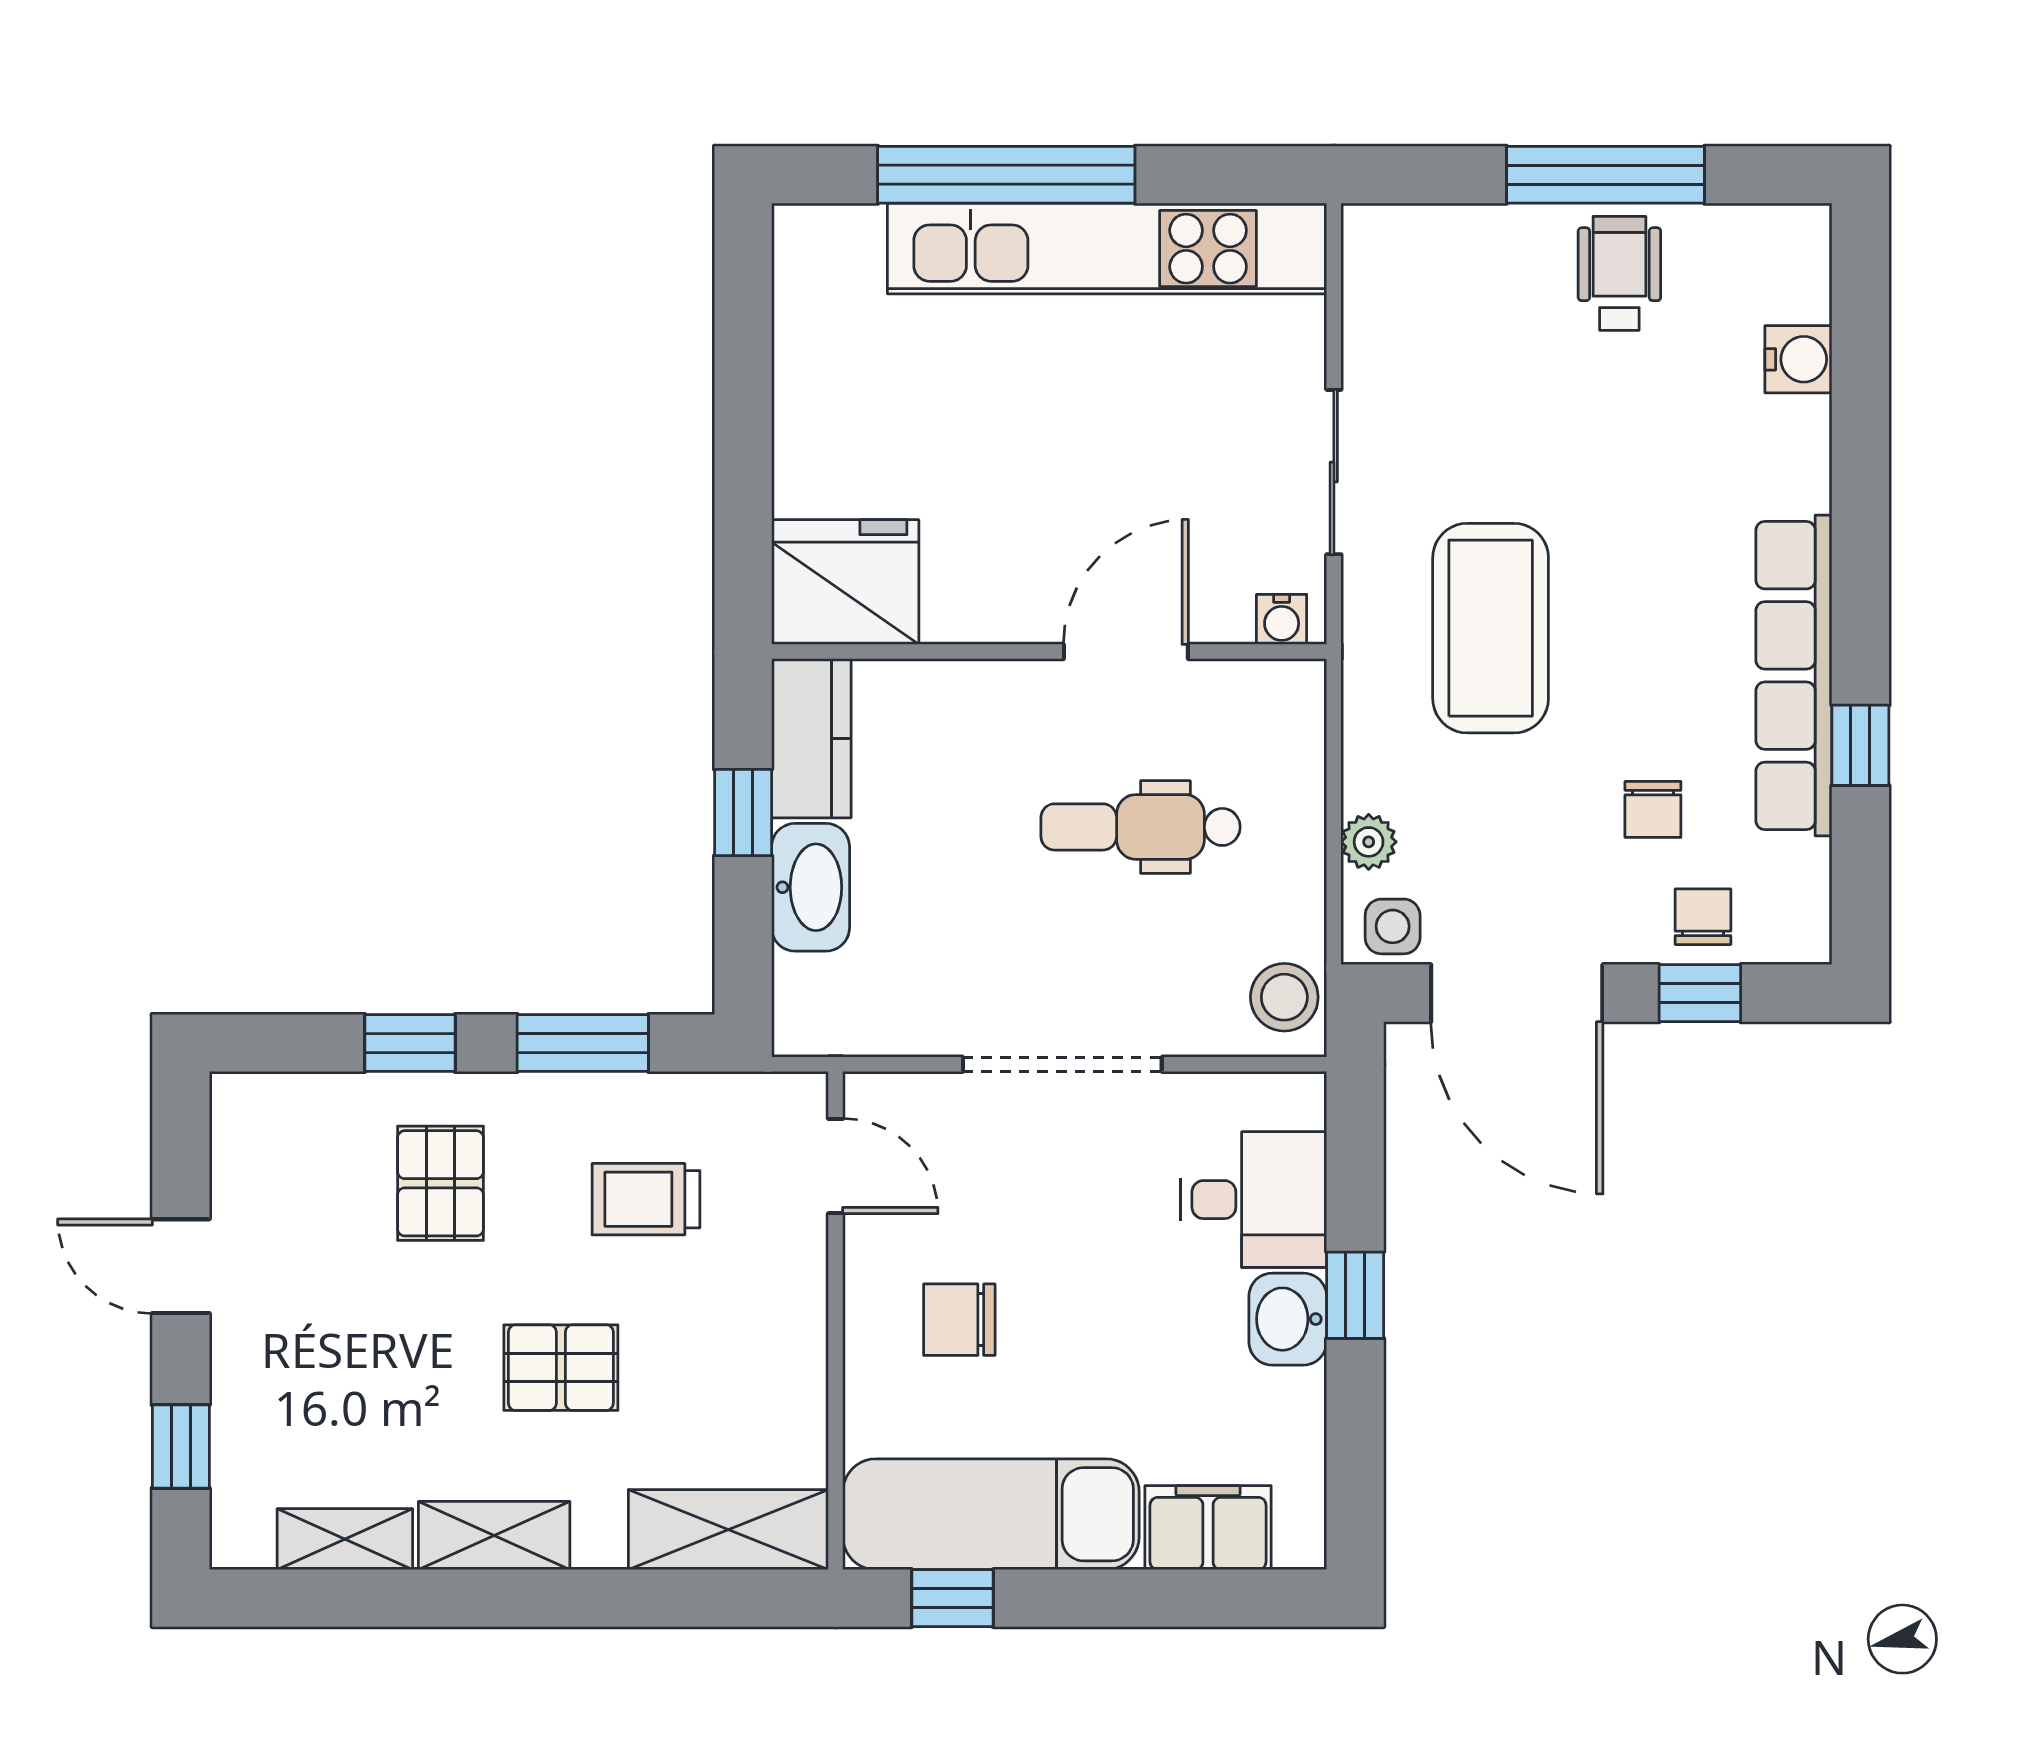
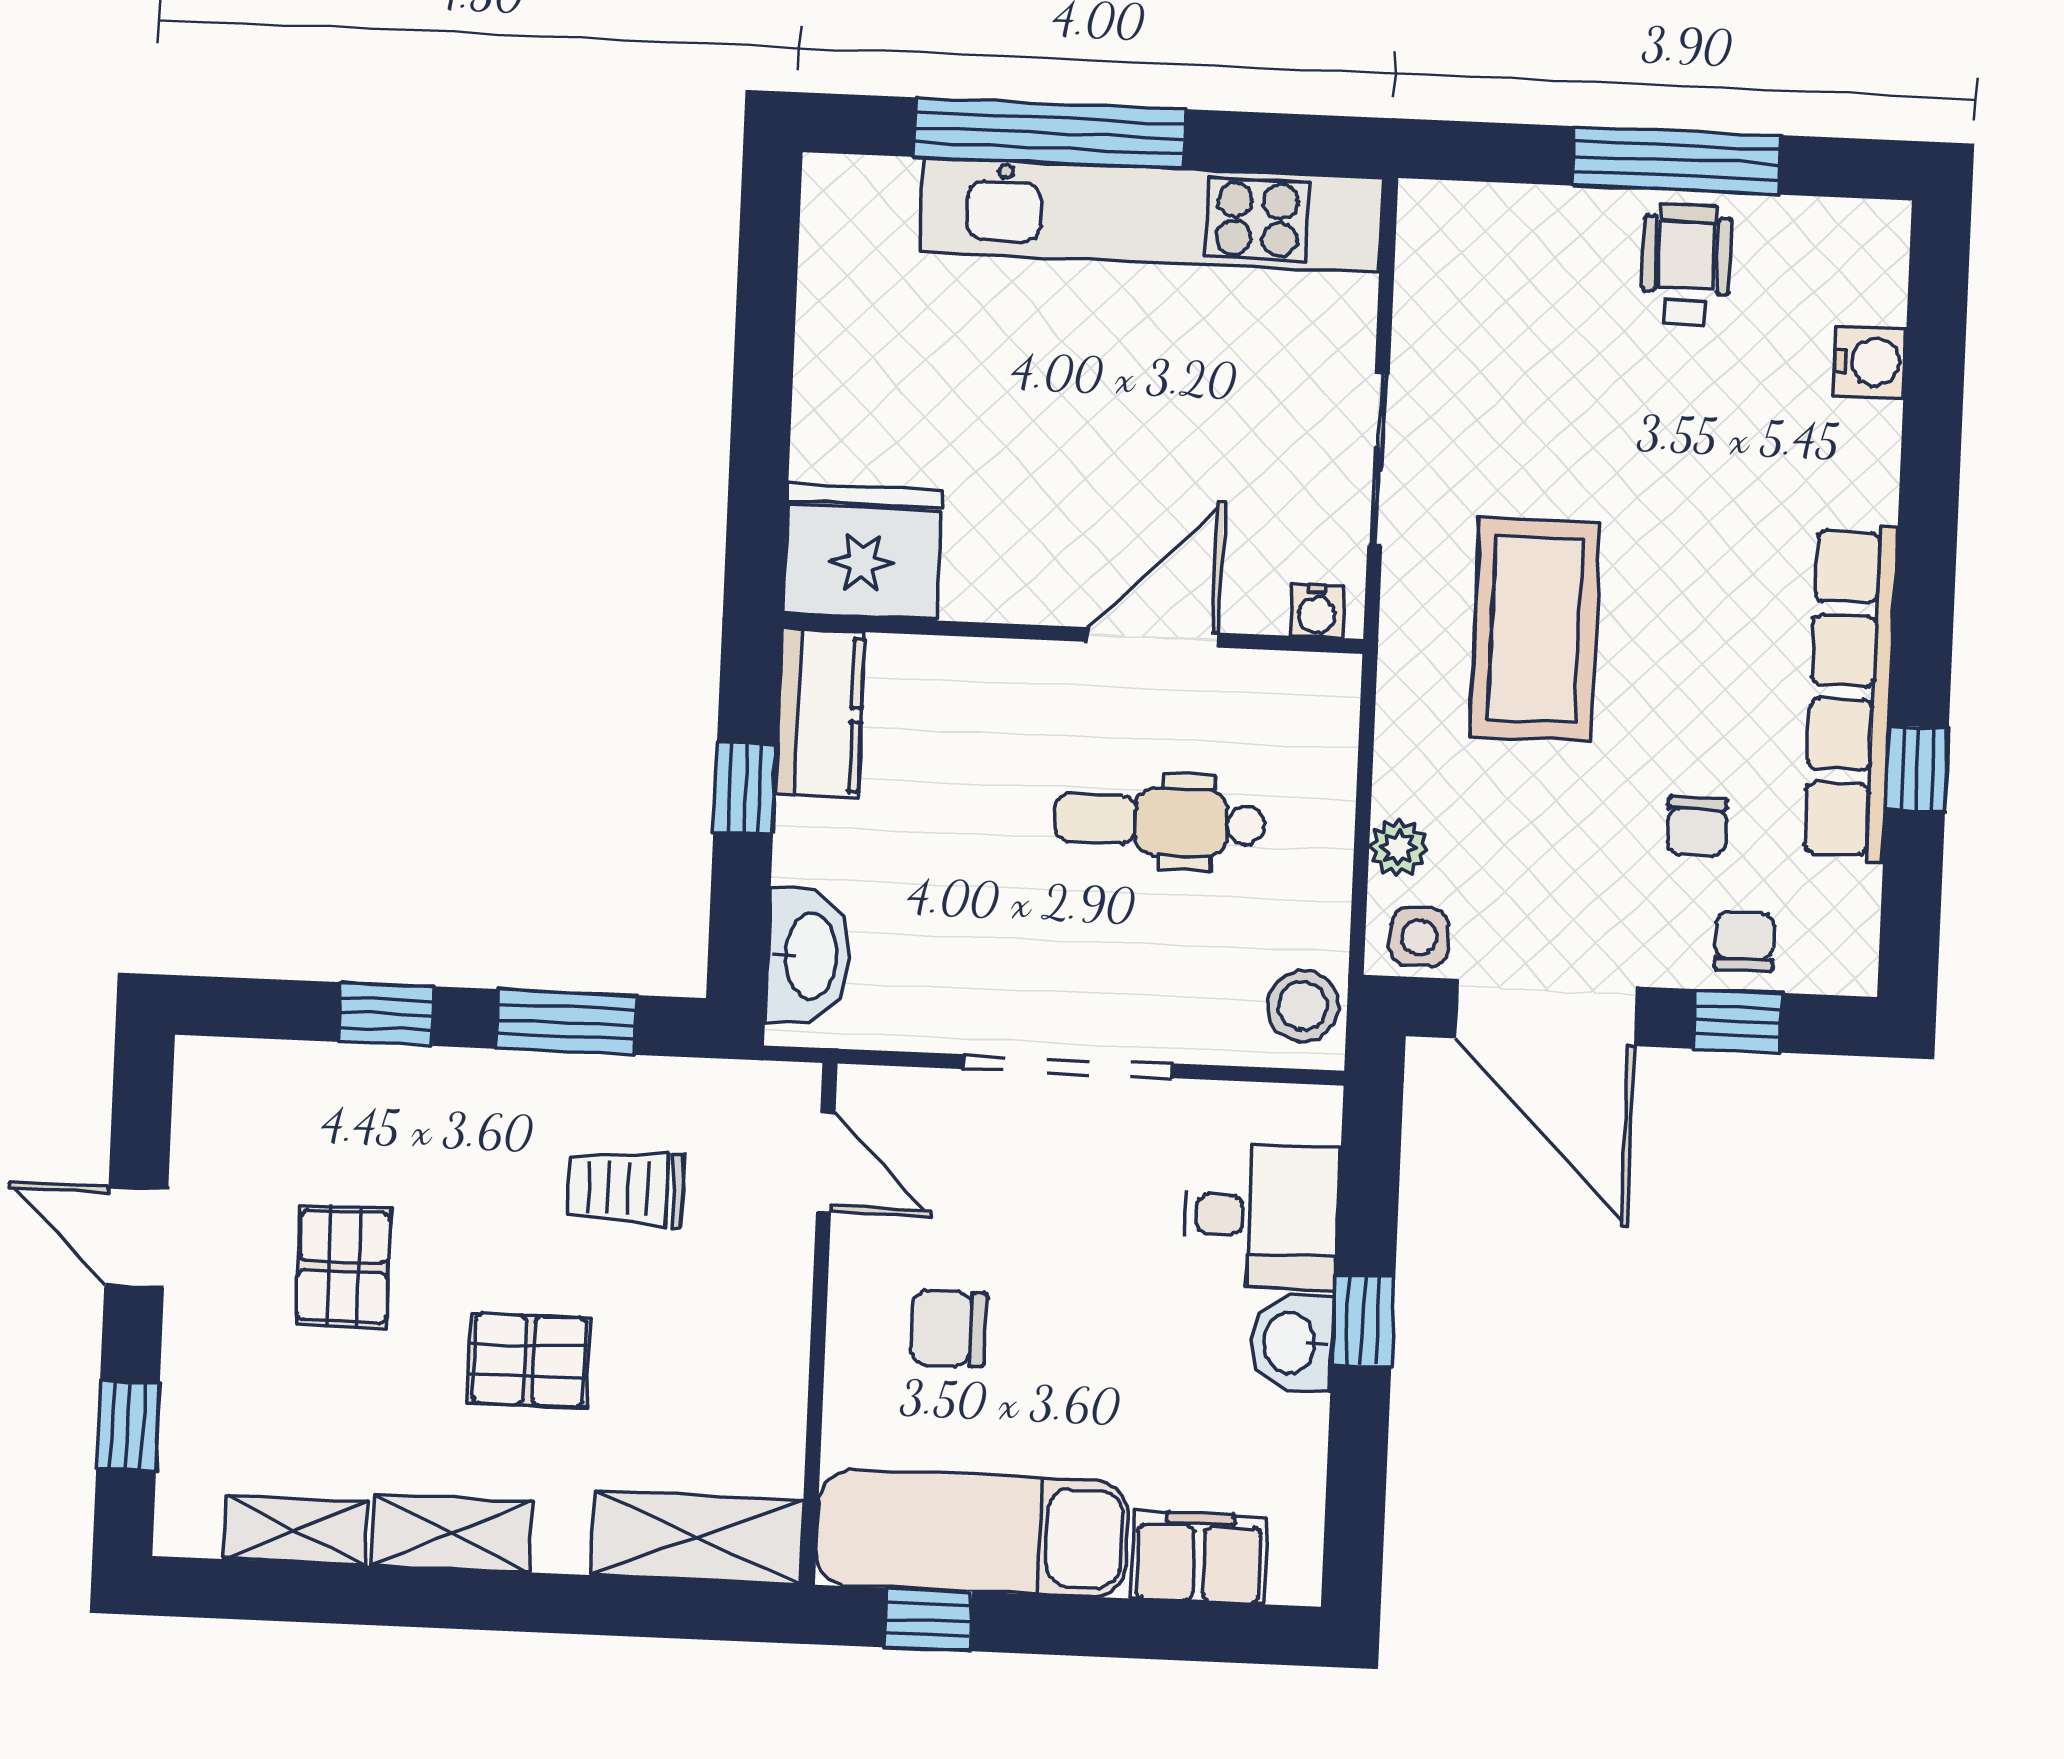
washbasin: (811, 887) -> (808, 956), moved
pallet: (441, 1183) -> (343, 1267), moved

